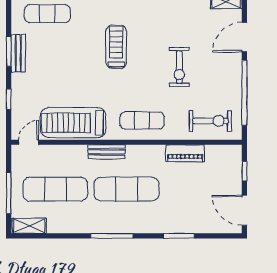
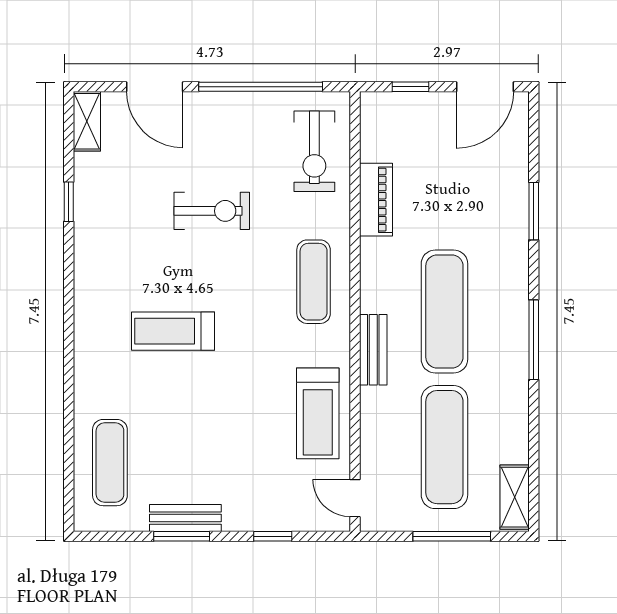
exercise bike: (210, 121) -> (314, 151), turned 180
treadmill: (73, 123) -> (318, 413), width x0.73, depth x0.73

